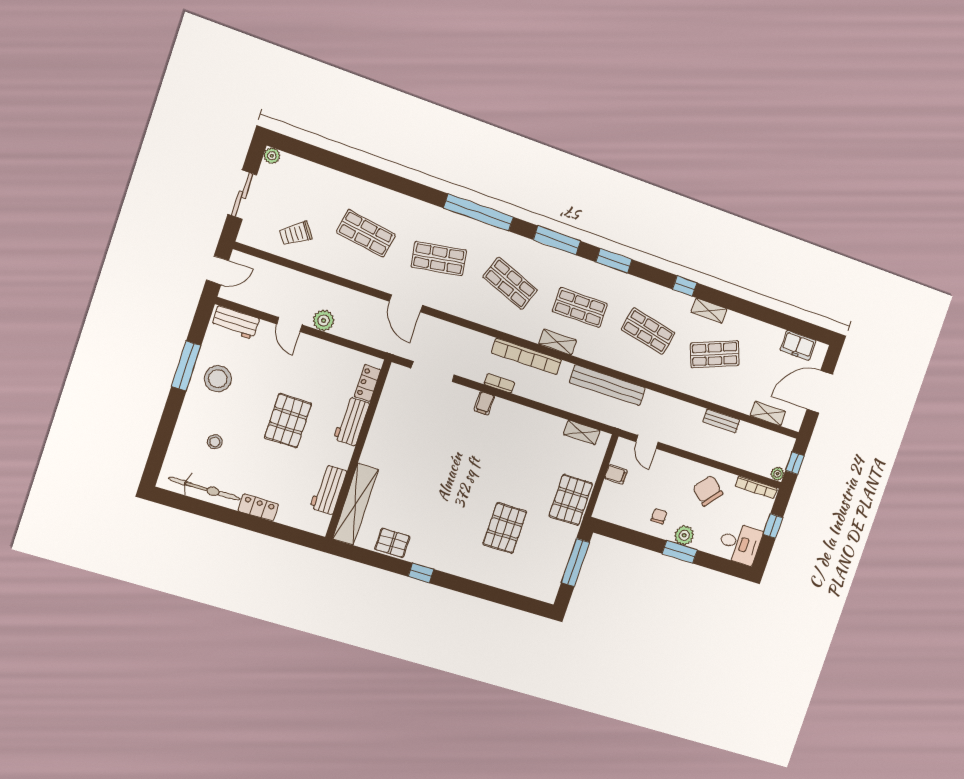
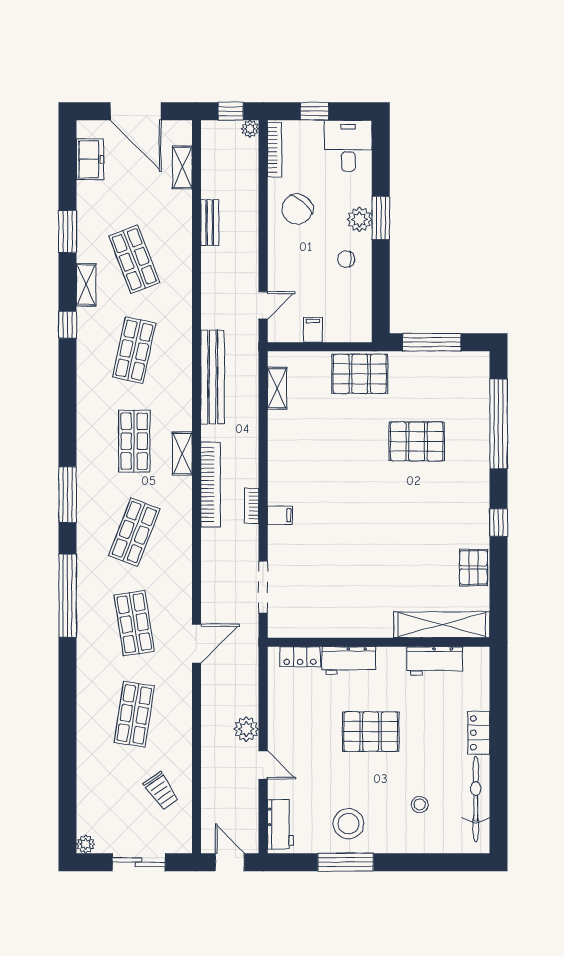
window: (614, 261) -> (68, 232), moved
door: (289, 325) -> (263, 765), hinge flipped
window: (497, 595) -> (499, 424), added

